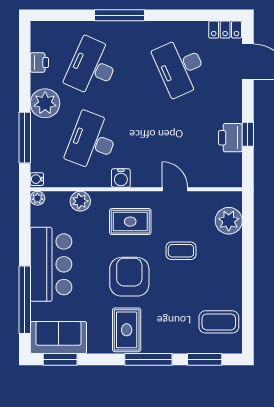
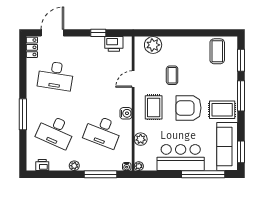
printer: (39, 63) -> (42, 165), moved
desk: (180, 67) -> (56, 76), turned 33
plant: (45, 103) -> (74, 166), width x0.53, depth x0.53
printer: (230, 138) -> (114, 44), moved
sofa: (58, 337) -> (227, 146), width x1.36

